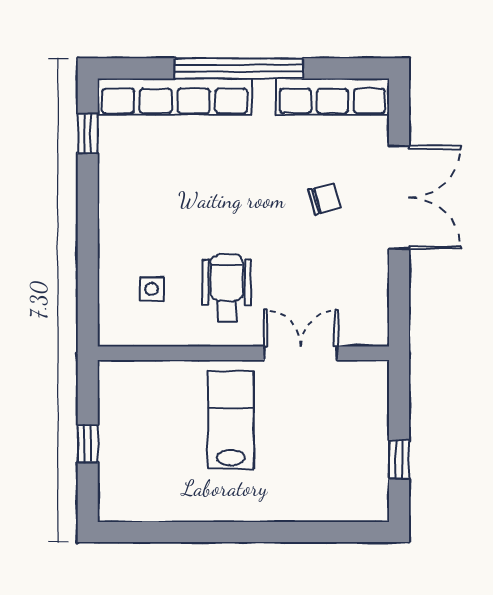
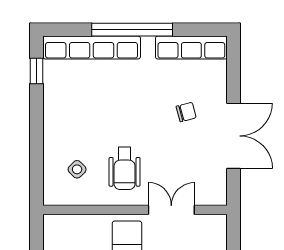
double door: (399, 197) -> (233, 136), moved
wheelchair: (227, 288) -> (125, 168), turned 180
side table: (152, 289) -> (77, 169), turned 45

